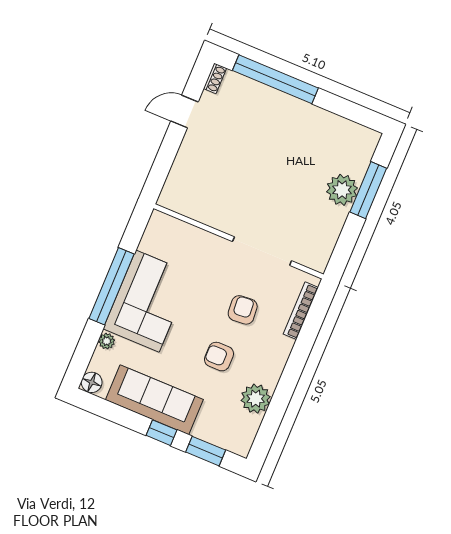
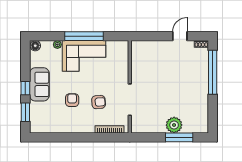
door: (185, 112) -> (180, 36), hinge flipped
plant: (256, 399) -> (60, 125), removed
sofa: (154, 400) -> (39, 84), width x0.73

